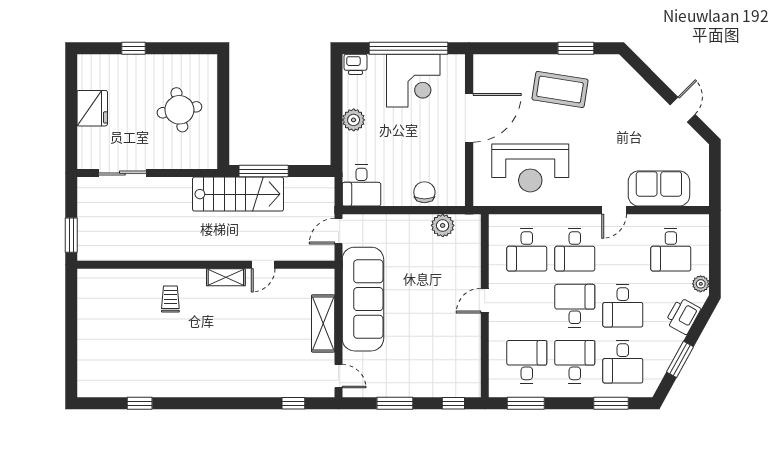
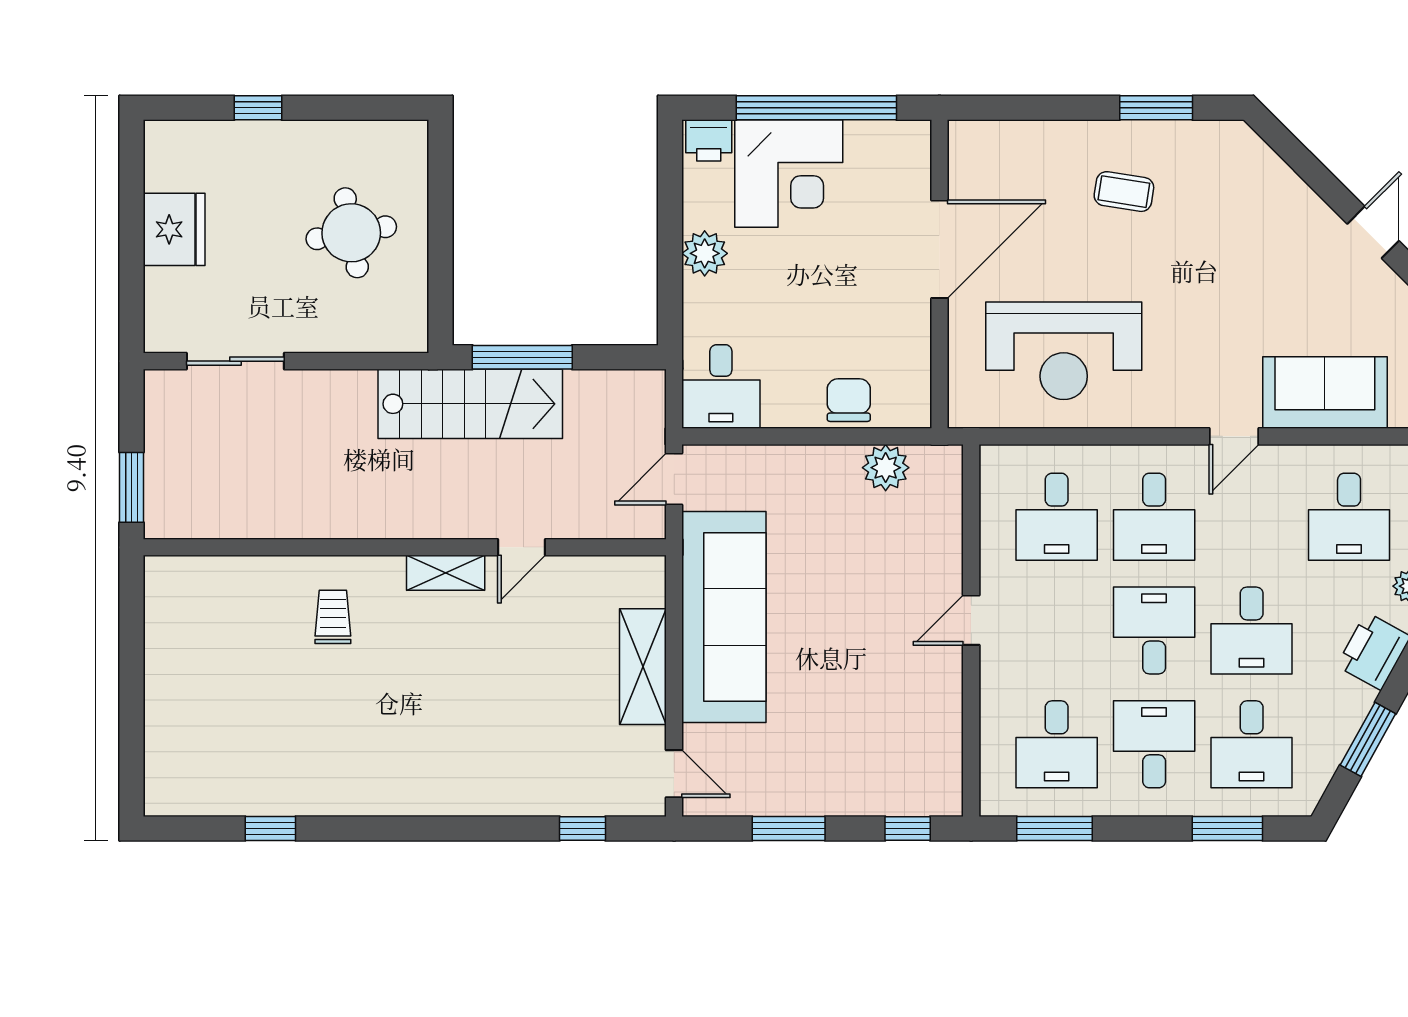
corner desk: (413, 81) -> (789, 173), moved
coffee table: (560, 90) -> (1124, 192), width x0.54, depth x0.58
desk: (527, 362) -> (1057, 744), turned 180

